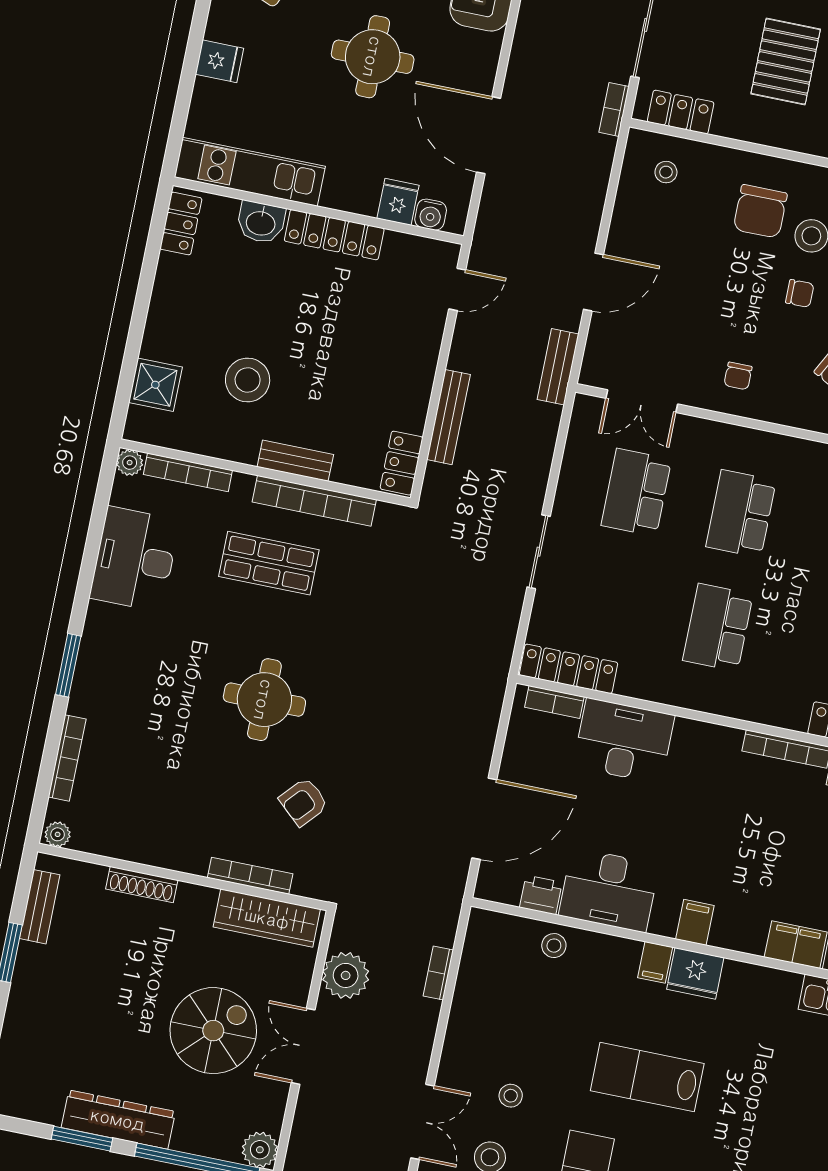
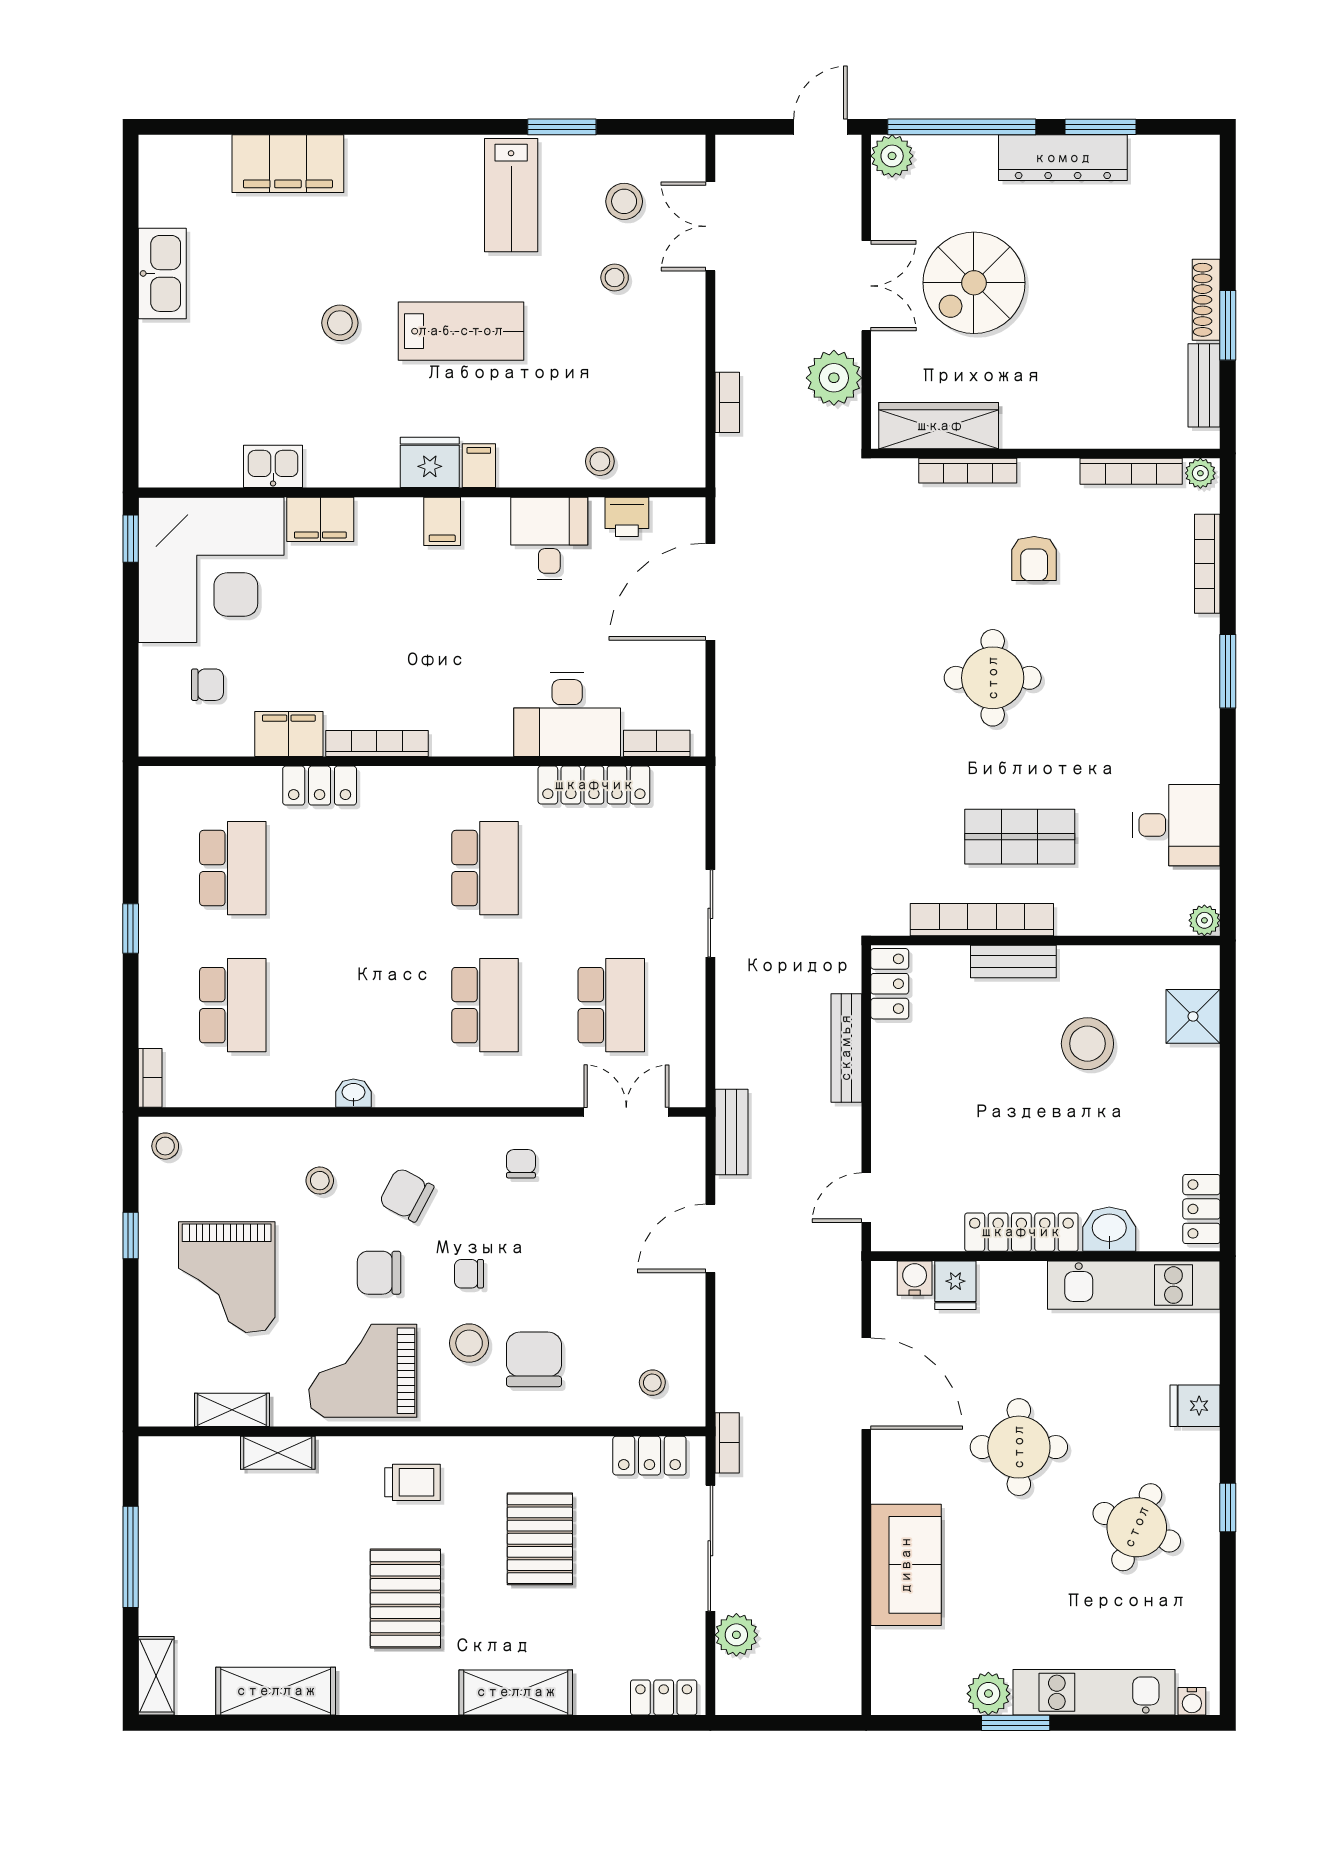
bookcase: (188, 472) -> (1131, 471), moved, turned 180
desk: (135, 559) -> (1176, 825), width x0.73
locker: (569, 669) -> (594, 785), moved
armchair: (304, 802) -> (1034, 559), moved, turned 138
shoe rack: (142, 885) -> (1206, 300), moved, turned -90
desk: (609, 890) -> (549, 539), width x0.73
stool: (746, 1104) -> (340, 323), added

